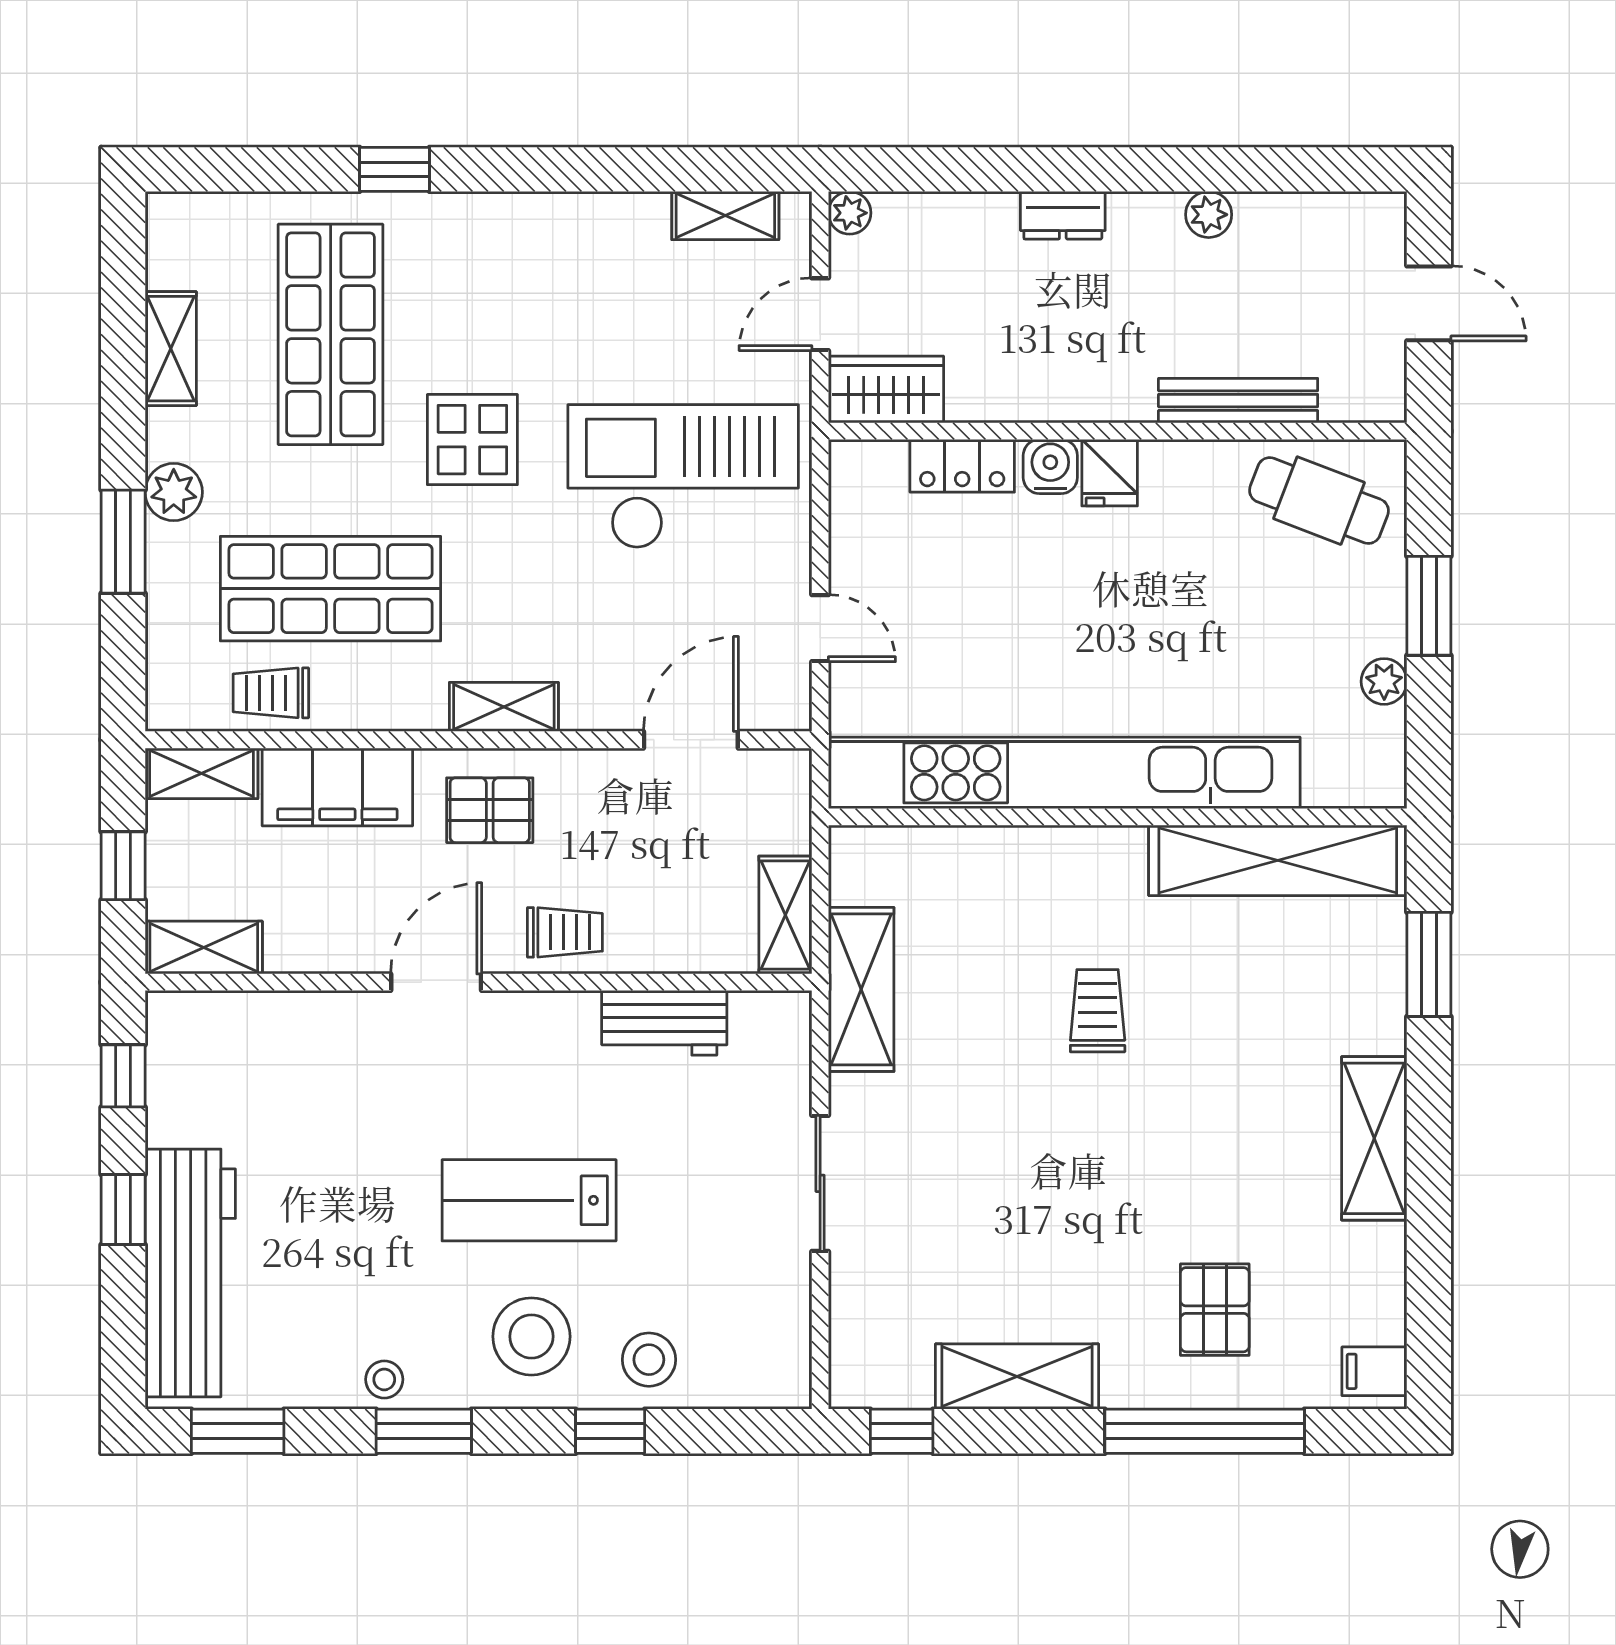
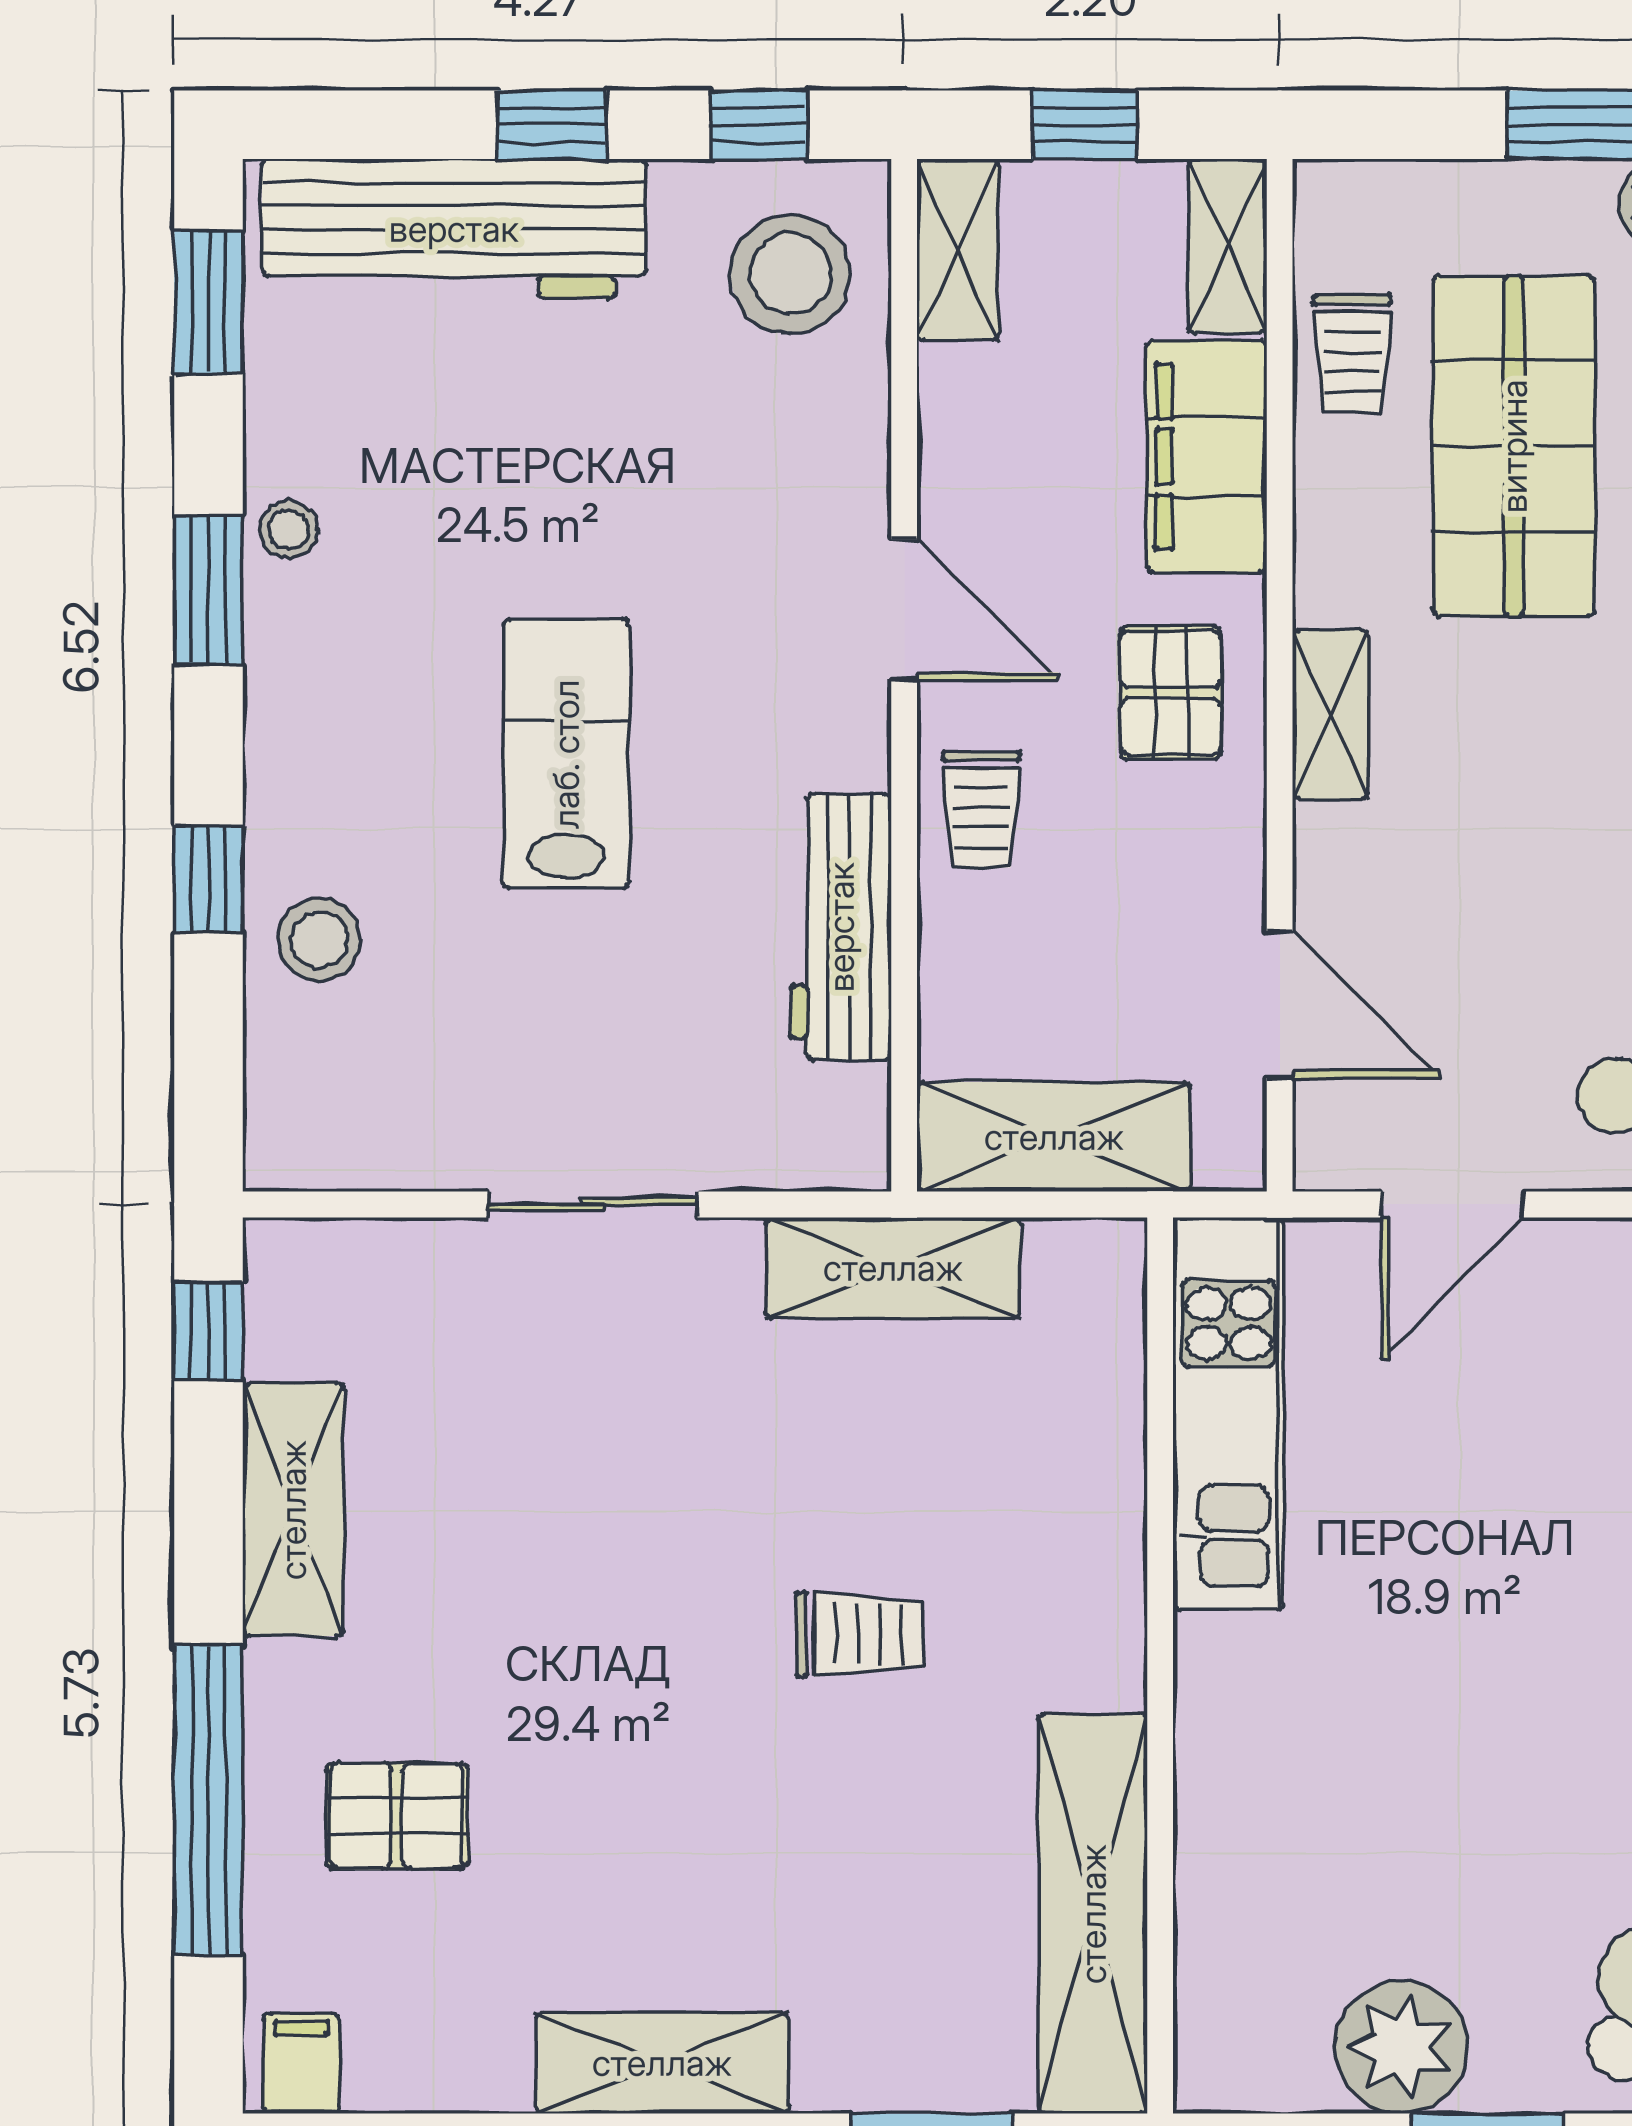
door: (820, 628) -> (1453, 1204), width x1.38
plant: (1384, 681) -> (1401, 2047), width x1.87, depth x1.87
trolley: (271, 693) -> (1352, 354), turned 180
kitchen unit: (1064, 773) -> (1228, 1414), width x0.54
shelving: (785, 915) -> (1054, 1137), width x1.50, depth x1.33
workbench: (664, 1023) -> (841, 927), width x1.38
stool: (531, 1336) -> (791, 274), moved

